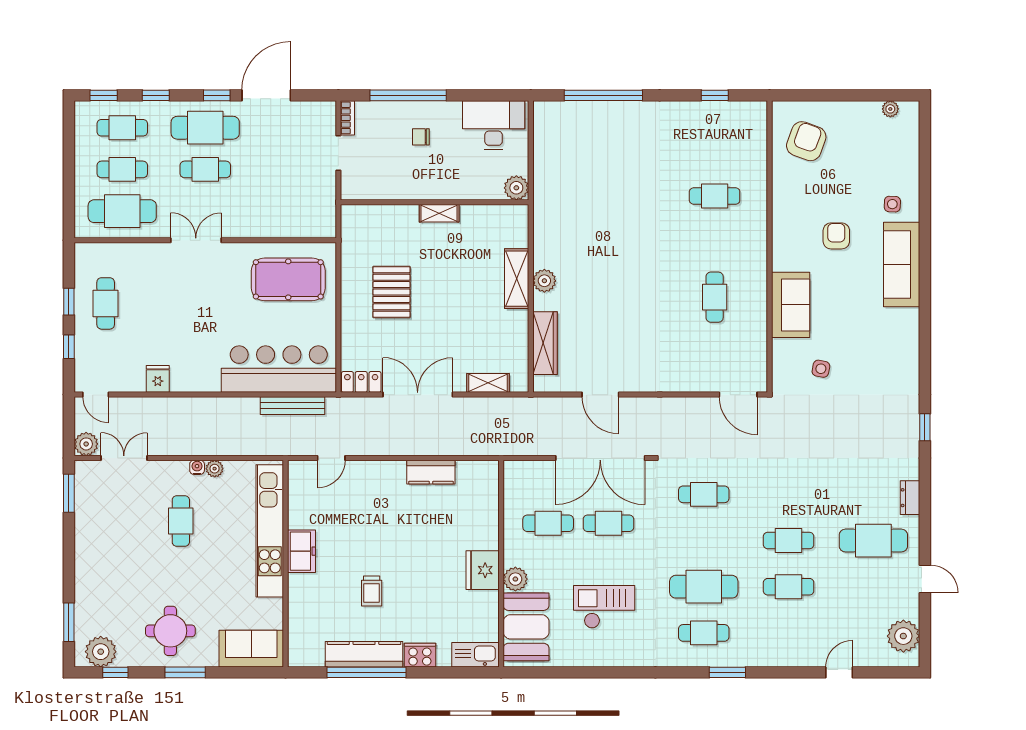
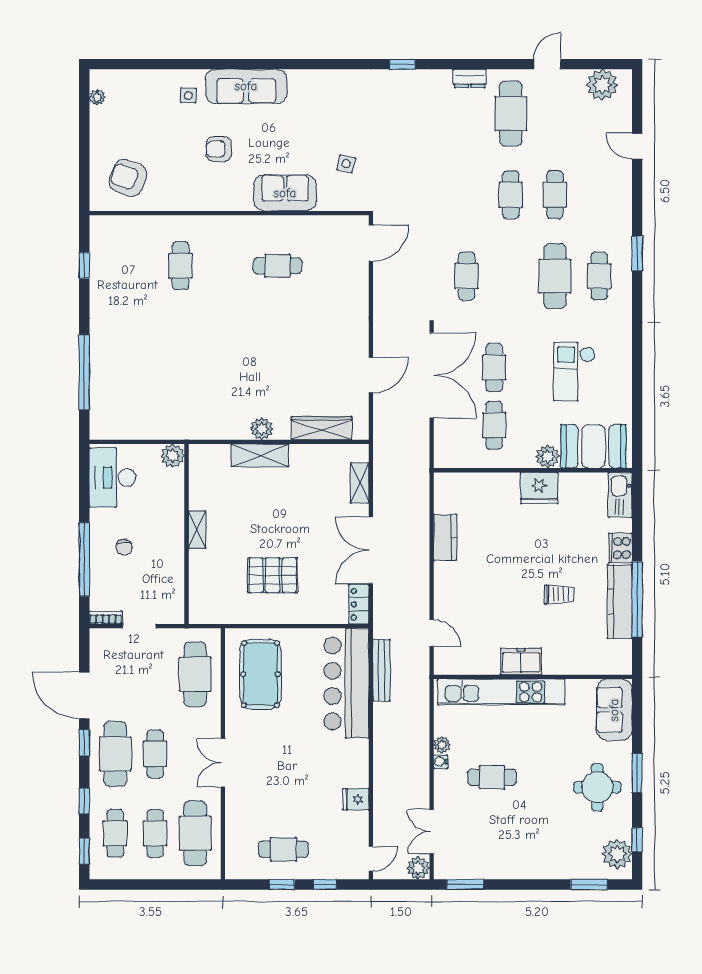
cafe table: (288, 211) -> (195, 674), added

